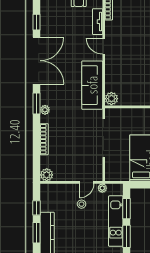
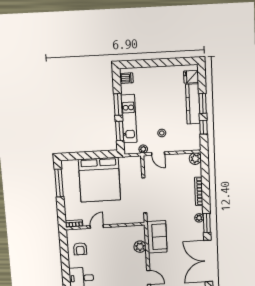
sofa: (92, 85) -> (157, 237), width x0.73
plant: (111, 99) -> (140, 247), moved
door: (87, 182) -> (158, 154), swing flipped

